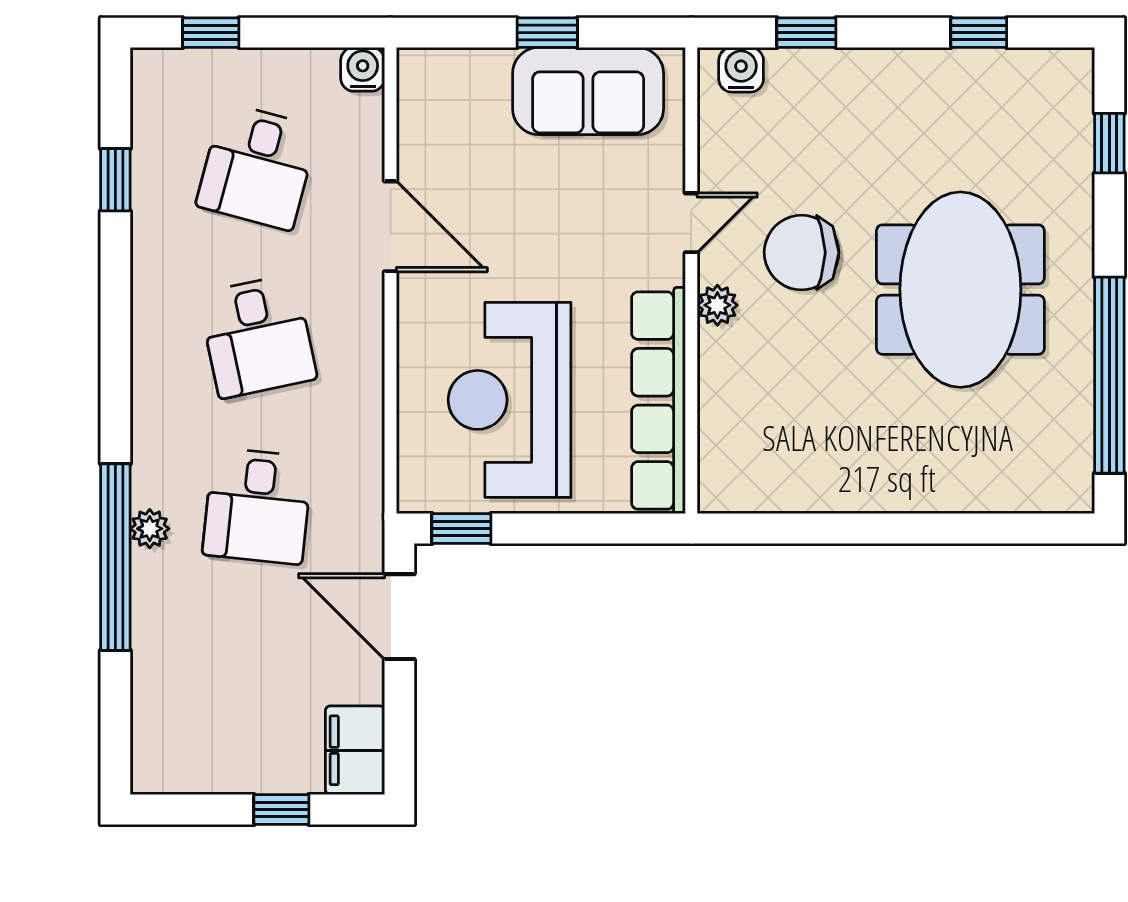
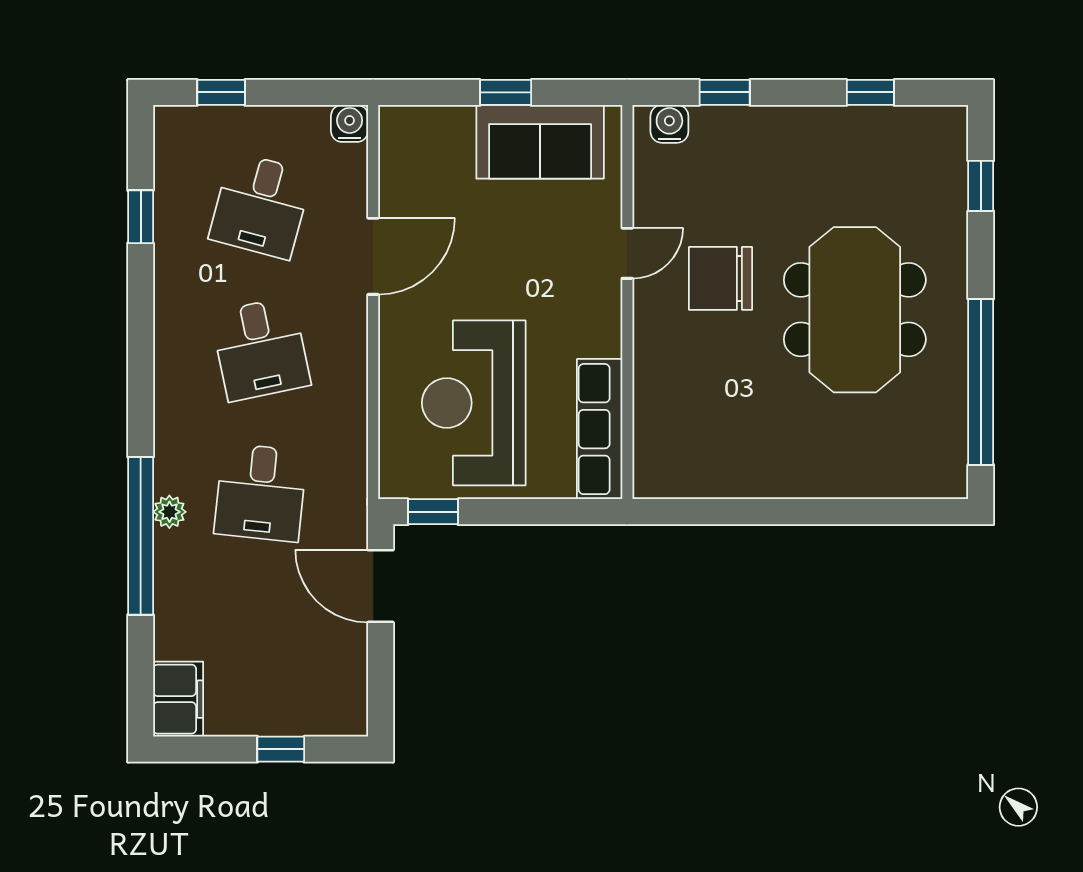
door: (391, 226) -> (373, 256), hinge flipped
plant: (717, 305) -> (649, 323), removed
row of seats: (659, 401) -> (600, 429), width x0.73
filing cabinet: (355, 750) -> (178, 699), moved, turned 180

